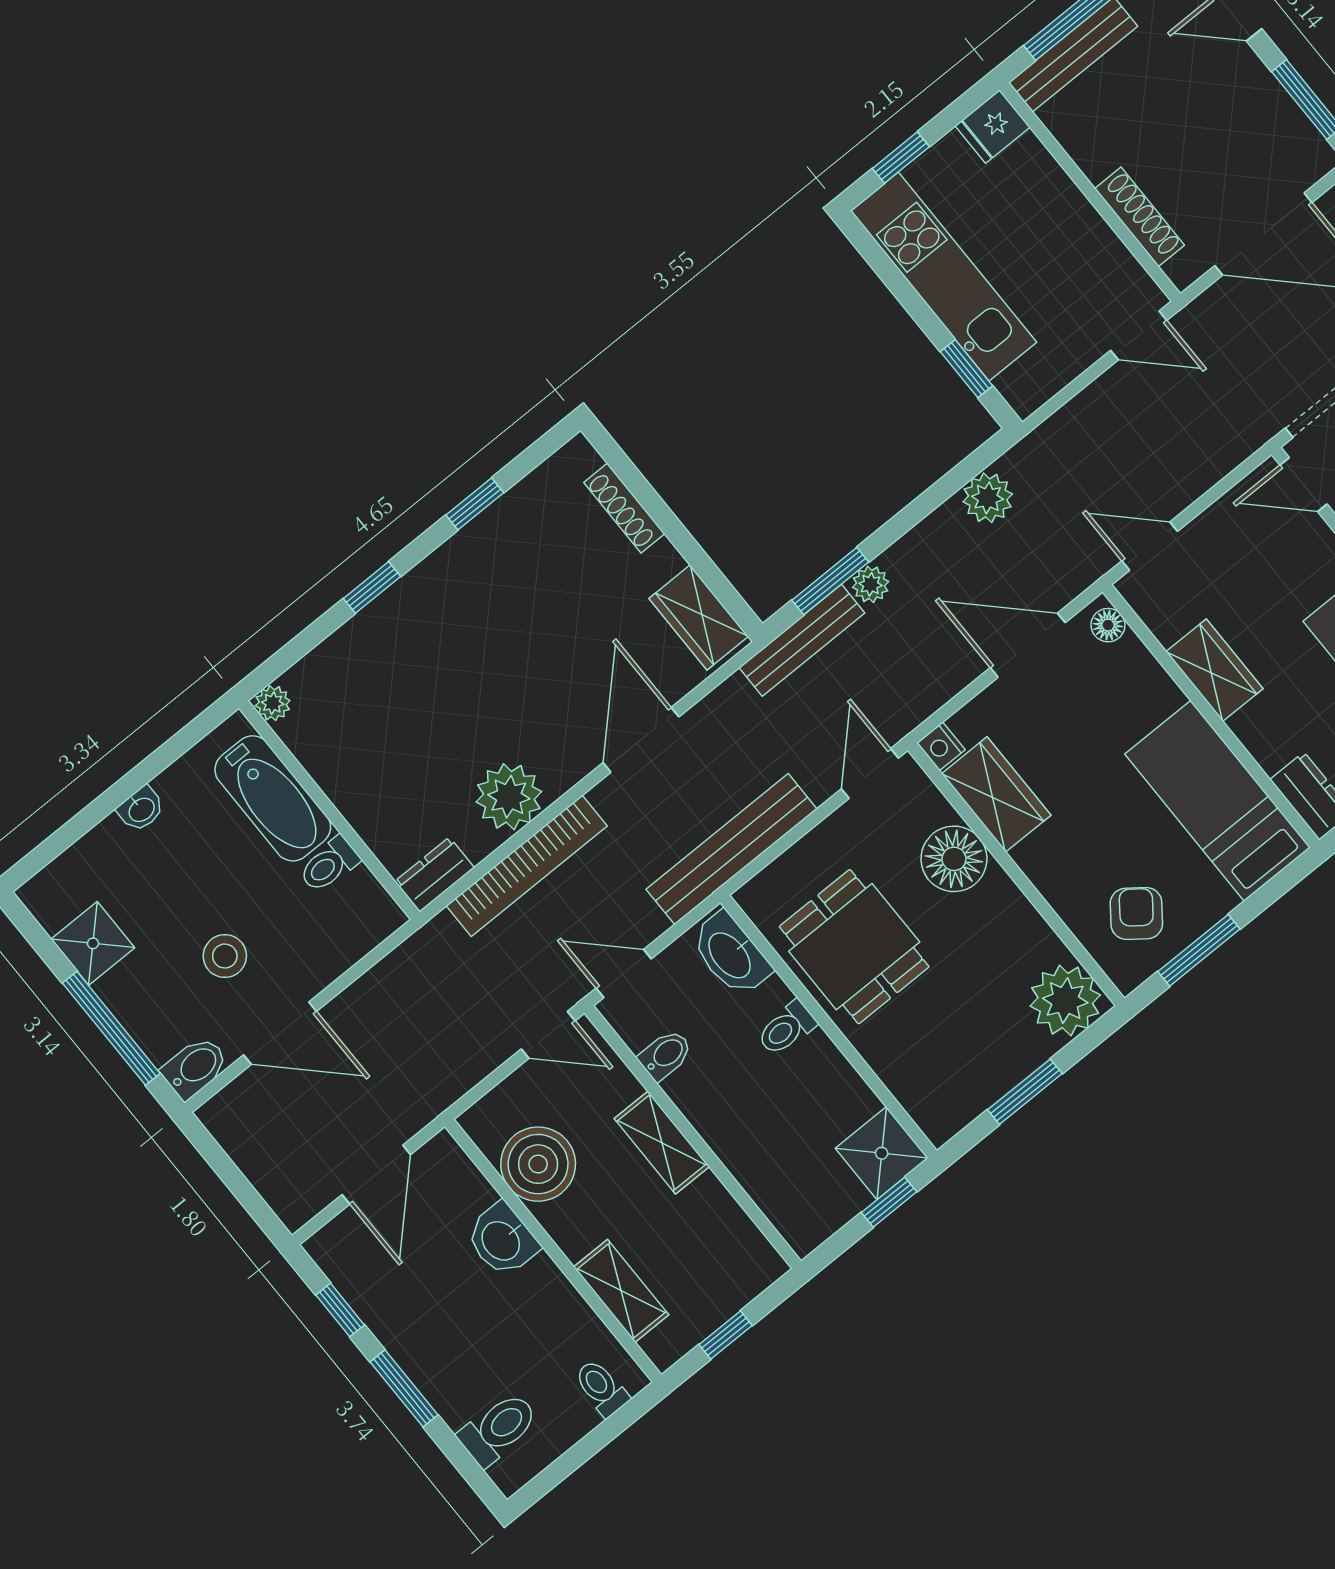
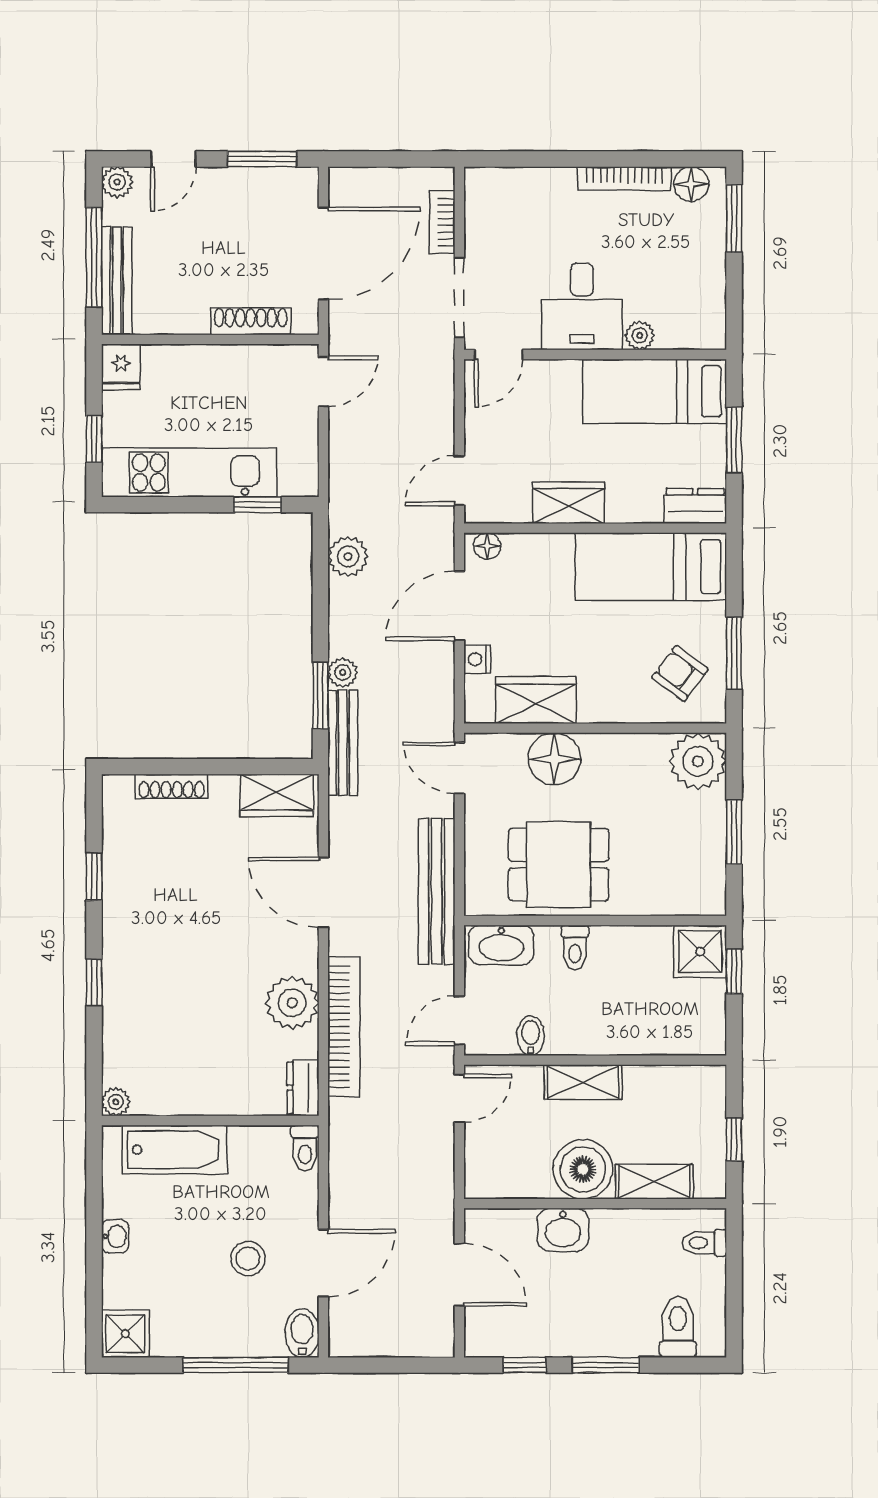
nightstand: (941, 746) -> (477, 659), moved, turned 90
toilet: (329, 865) -> (305, 1148), moved
shower: (93, 943) -> (125, 1334), moved
boiler: (538, 1164) -> (583, 1169), moved

